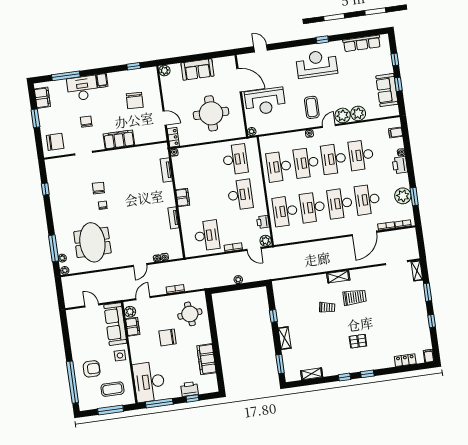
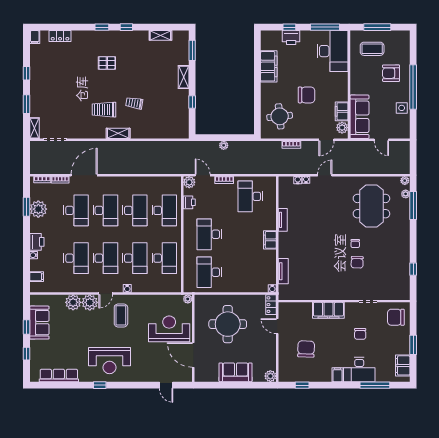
side table: (120, 355) -> (402, 108), moved
window: (72, 382) -> (413, 87), moved

